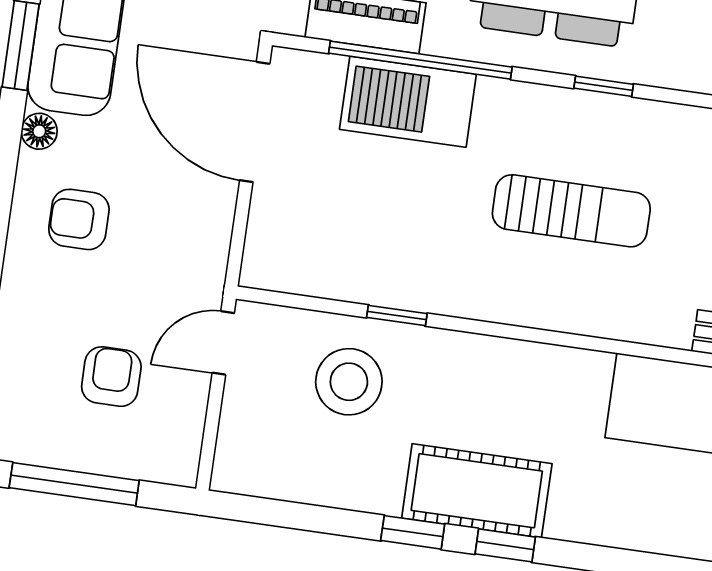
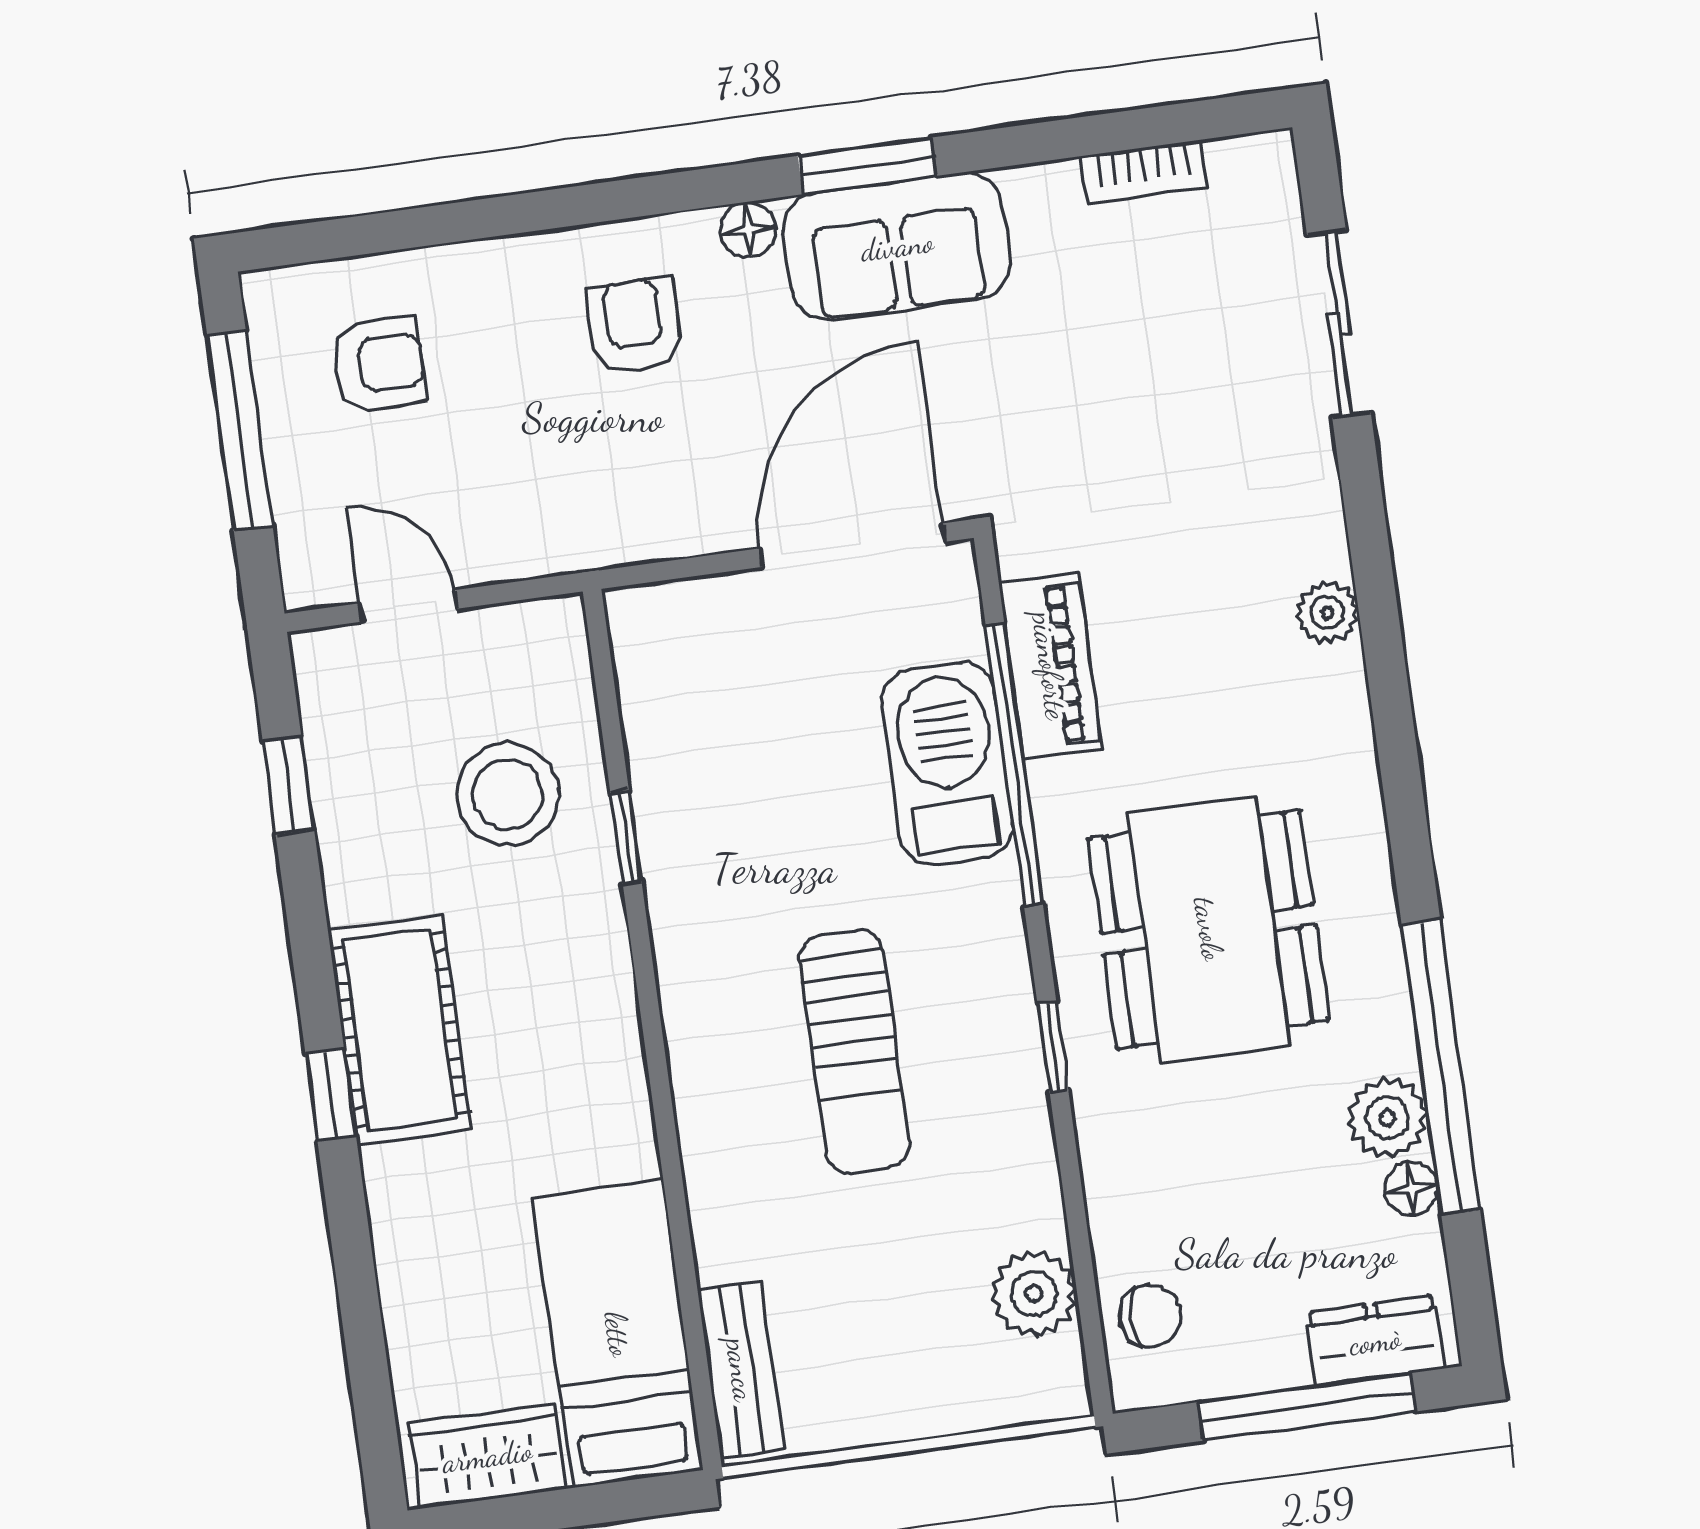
door: (223, 343) -> (408, 606), moved
armchair: (111, 377) -> (379, 364), moved
window: (413, 532) -> (288, 785), moved

